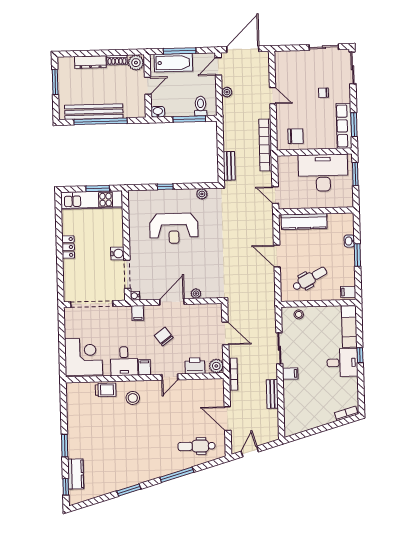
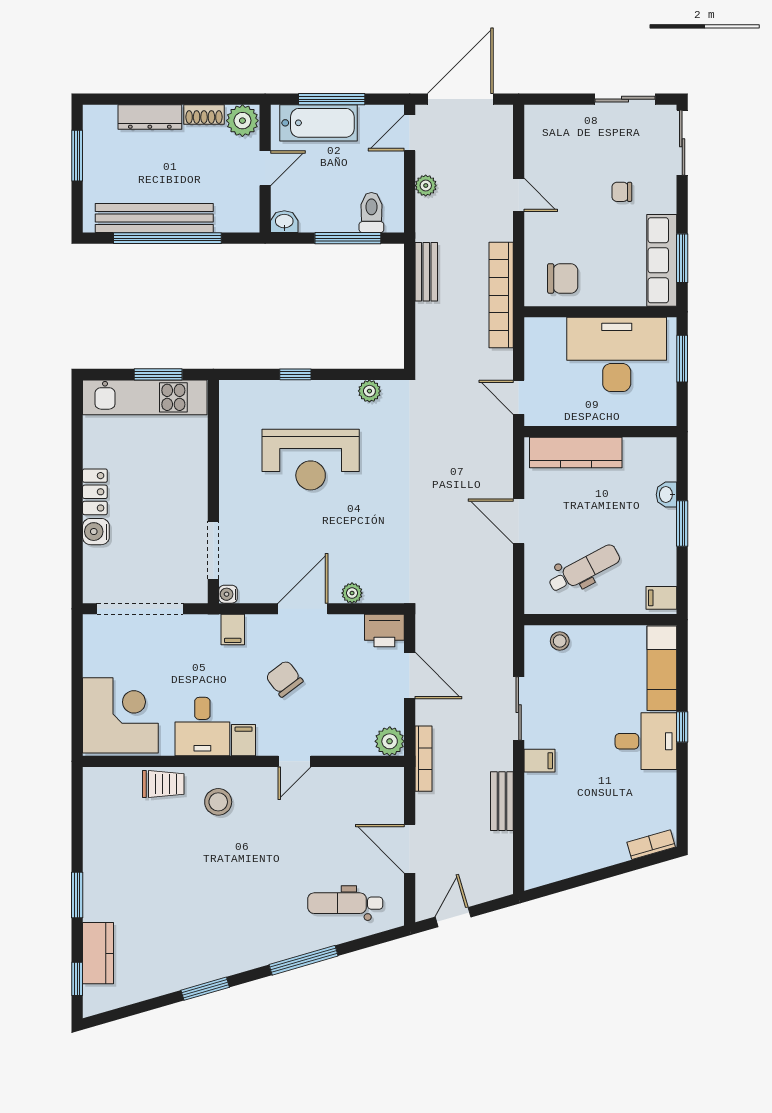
bench: (229, 166) -> (426, 272), moved
water cooler: (117, 254) -> (96, 532), moved, turned 180
printer: (195, 366) -> (384, 631), moved, turned 180

